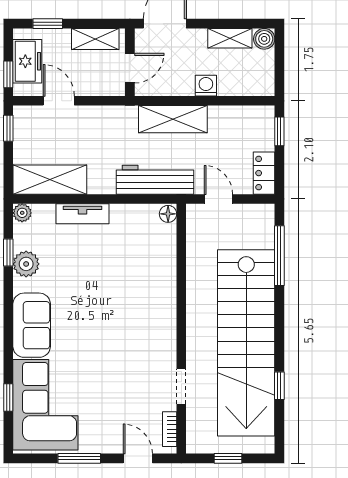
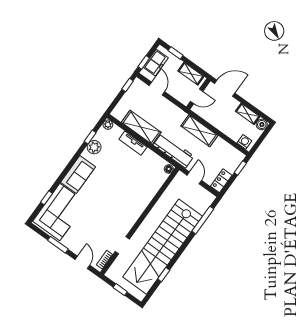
washing machine: (206, 86) -> (244, 142), moved
shelving: (50, 180) -> (141, 127), moved

